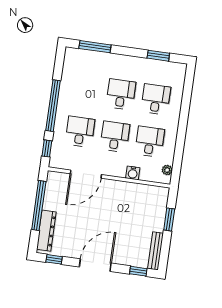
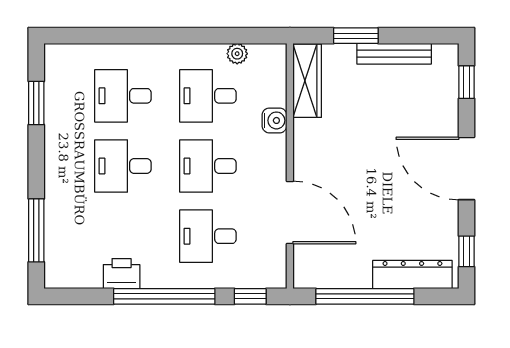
printer: (67, 86) -> (122, 274), added
plant: (167, 170) -> (237, 54), moved
wardrobe: (150, 192) -> (307, 81), added
bench: (156, 251) -> (394, 54), moved

